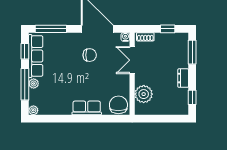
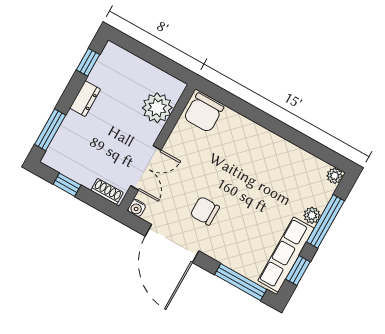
row of seats: (87, 108) -> (253, 135), removed

